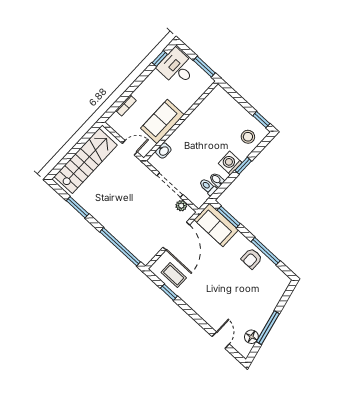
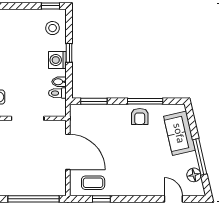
plant: (181, 206) -> (51, 126), removed
sofa: (216, 225) -> (179, 133), moved, turned 77

